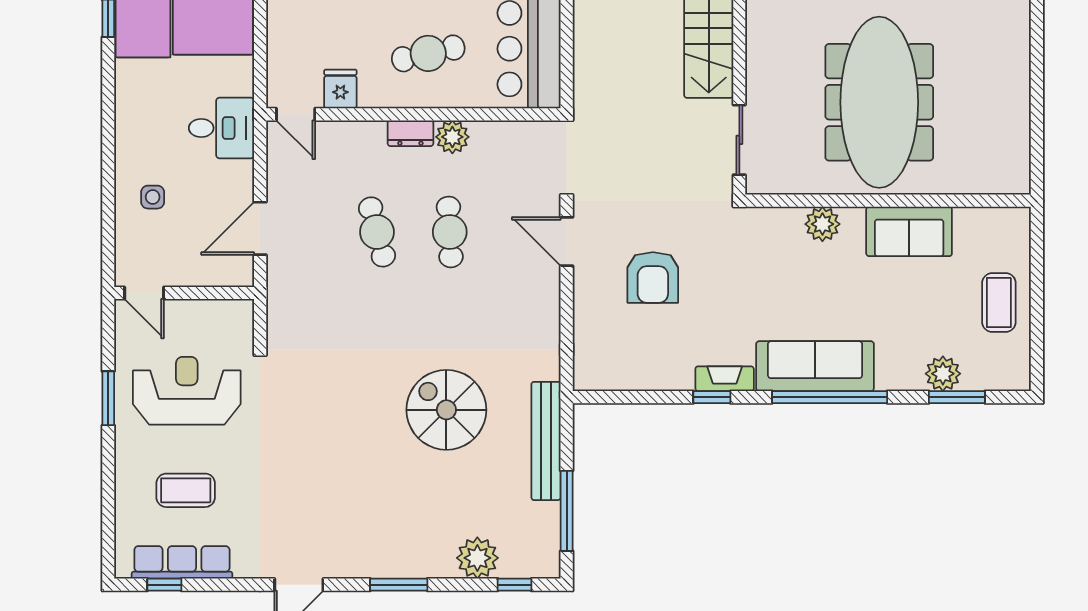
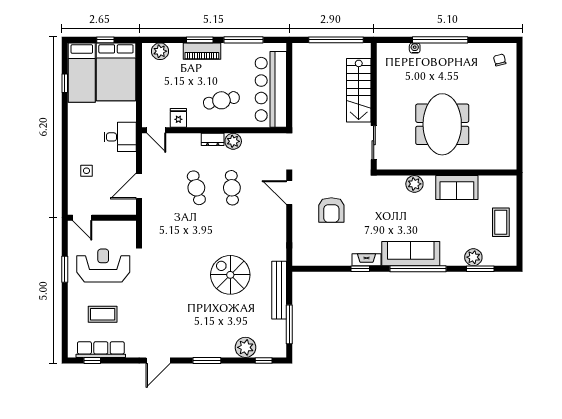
meeting table: (879, 102) -> (442, 124), width x0.73

